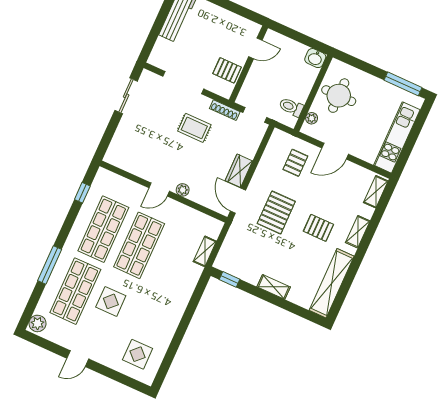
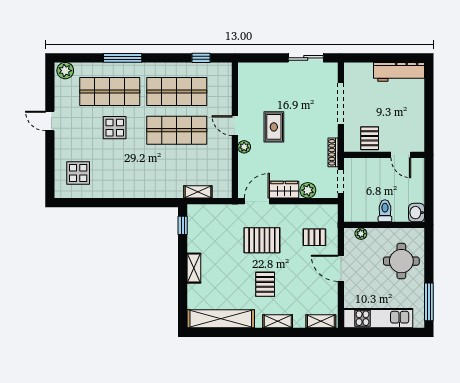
round table: (339, 96) -> (401, 261), moved
toilet: (291, 107) -> (385, 211), moved
rug: (194, 128) -> (274, 127), moved
plant: (249, 149) -> (308, 190), added

